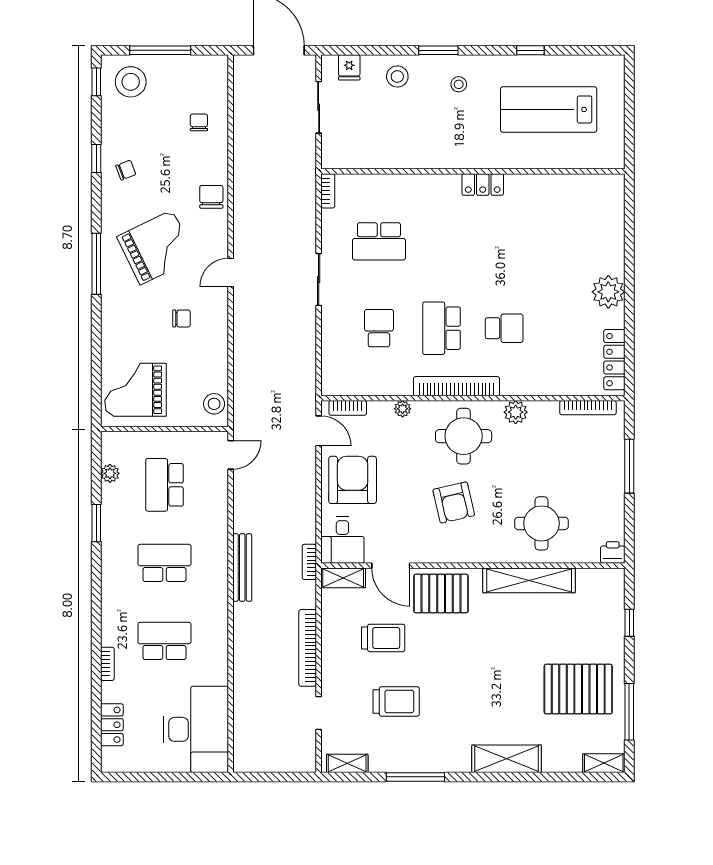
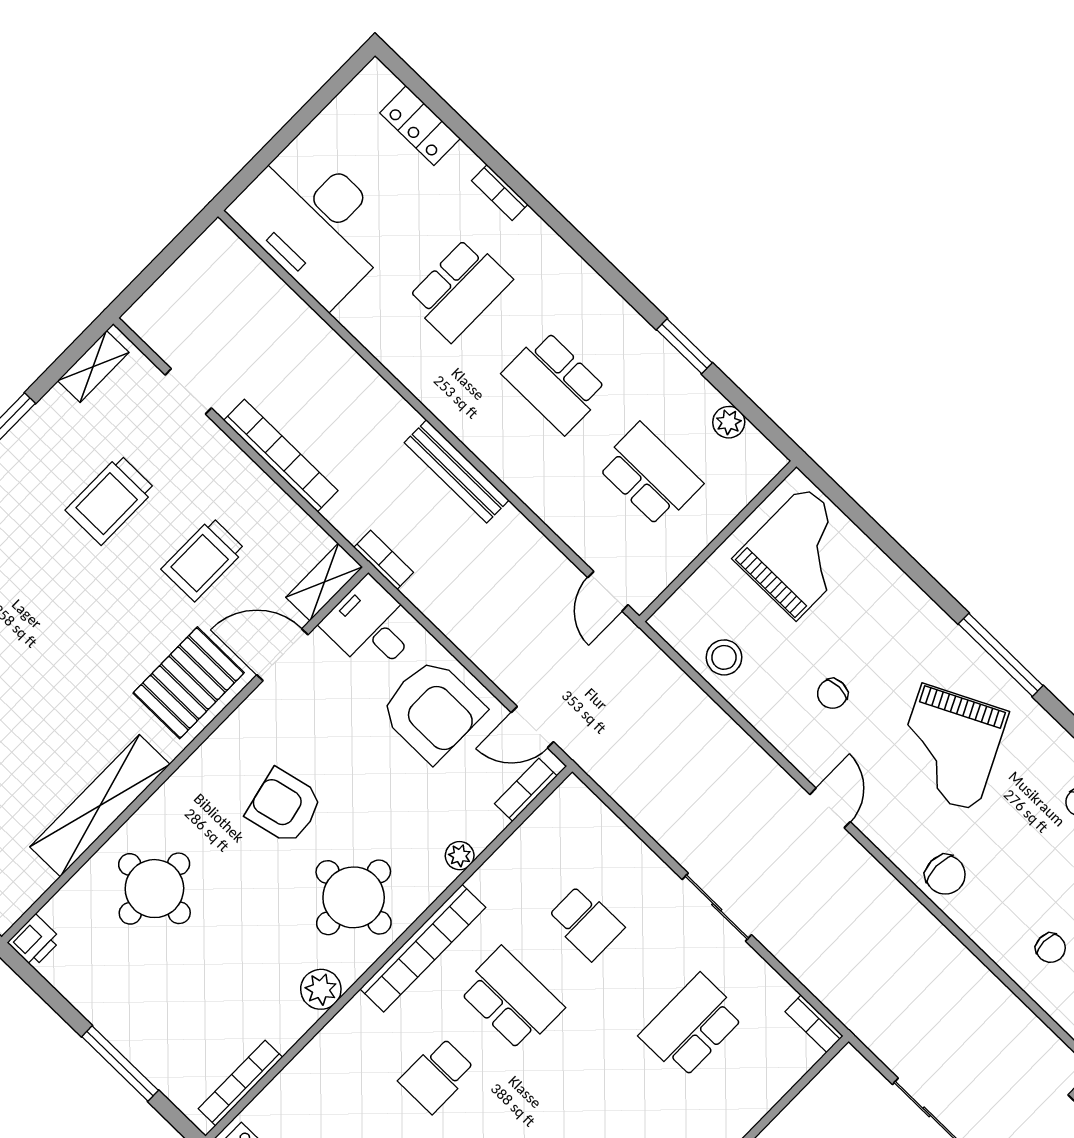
stool: (214, 404) -> (724, 657), moved
school desk: (164, 563) -> (555, 382), turned 90

